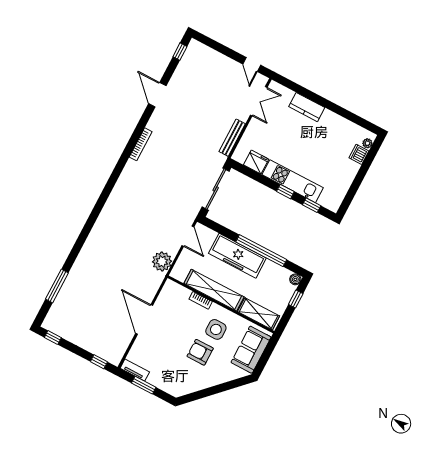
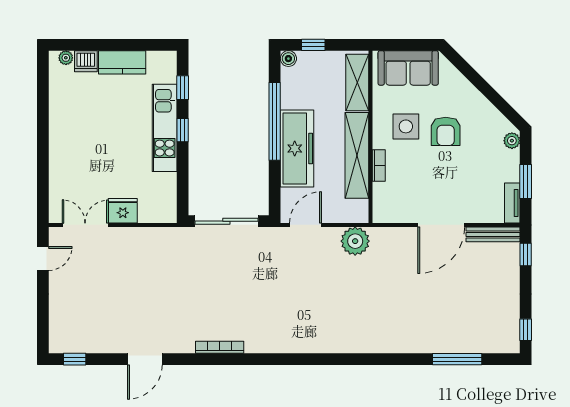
kitchen counter: (307, 107) -> (122, 62), moved, turned 90
bench: (232, 138) -> (493, 234), moved
fridge: (256, 162) -> (123, 211), moved, turned 90
plant: (173, 390) -> (512, 141), added

